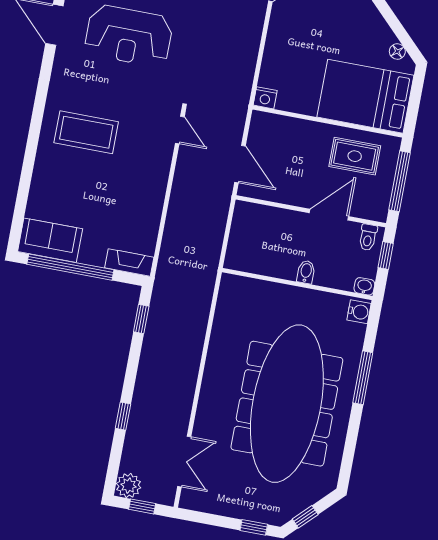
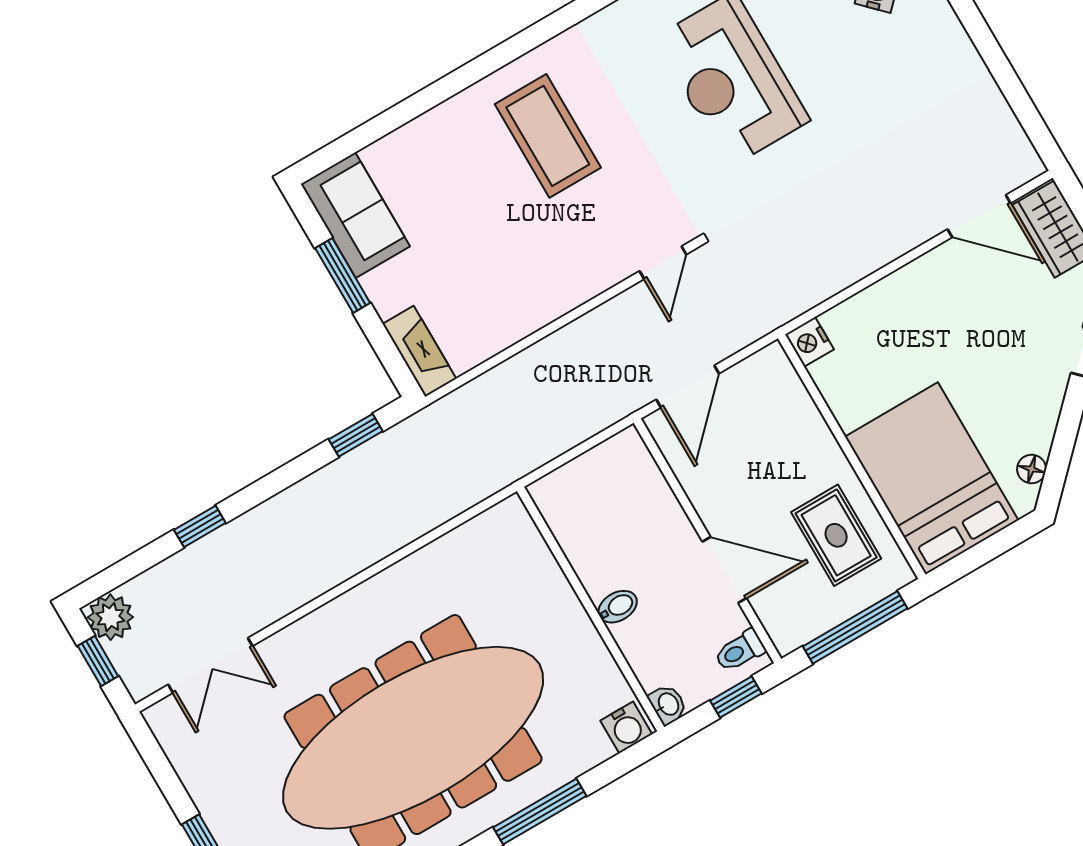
window: (70, 267) -> (343, 275), width x0.47

